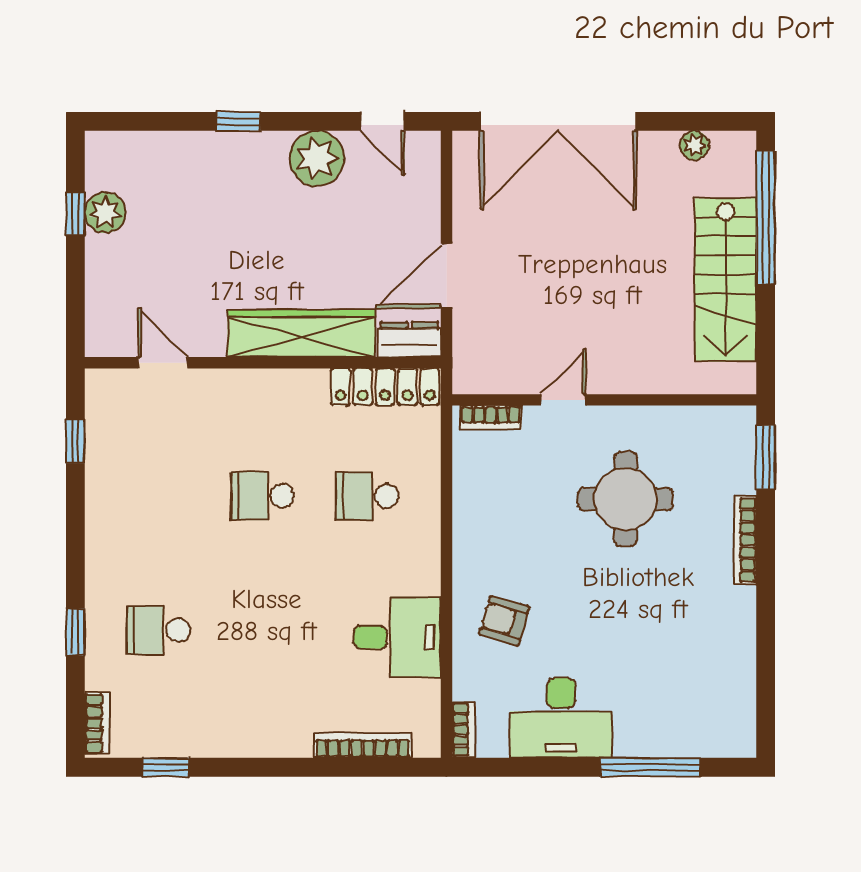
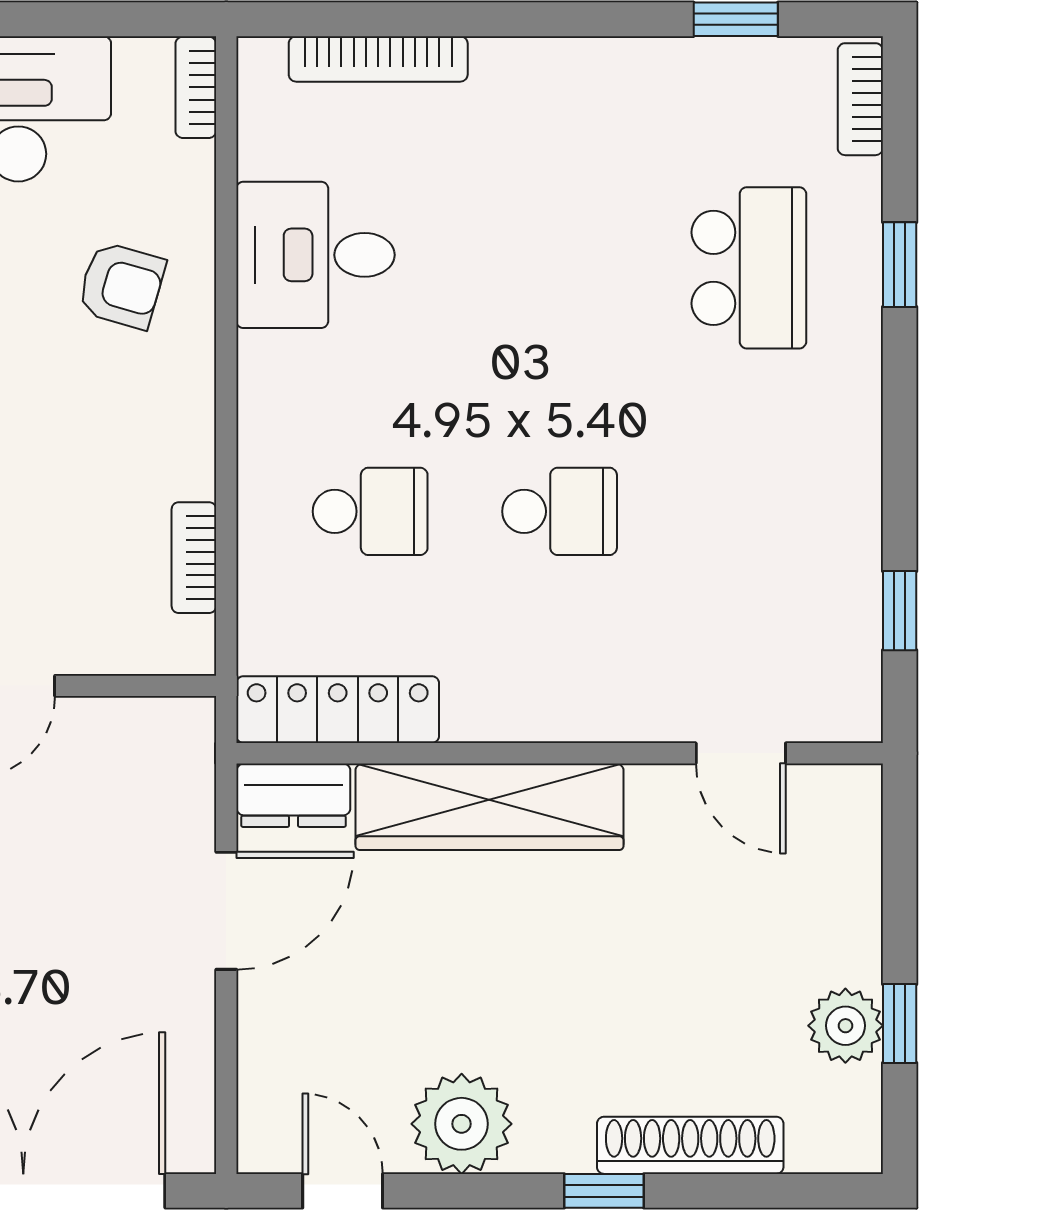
shoe rack: (191, 147) -> (690, 1145), added
bookcase: (491, 418) -> (194, 558), moved, turned -90
school desk: (158, 630) -> (749, 268), width x1.85

